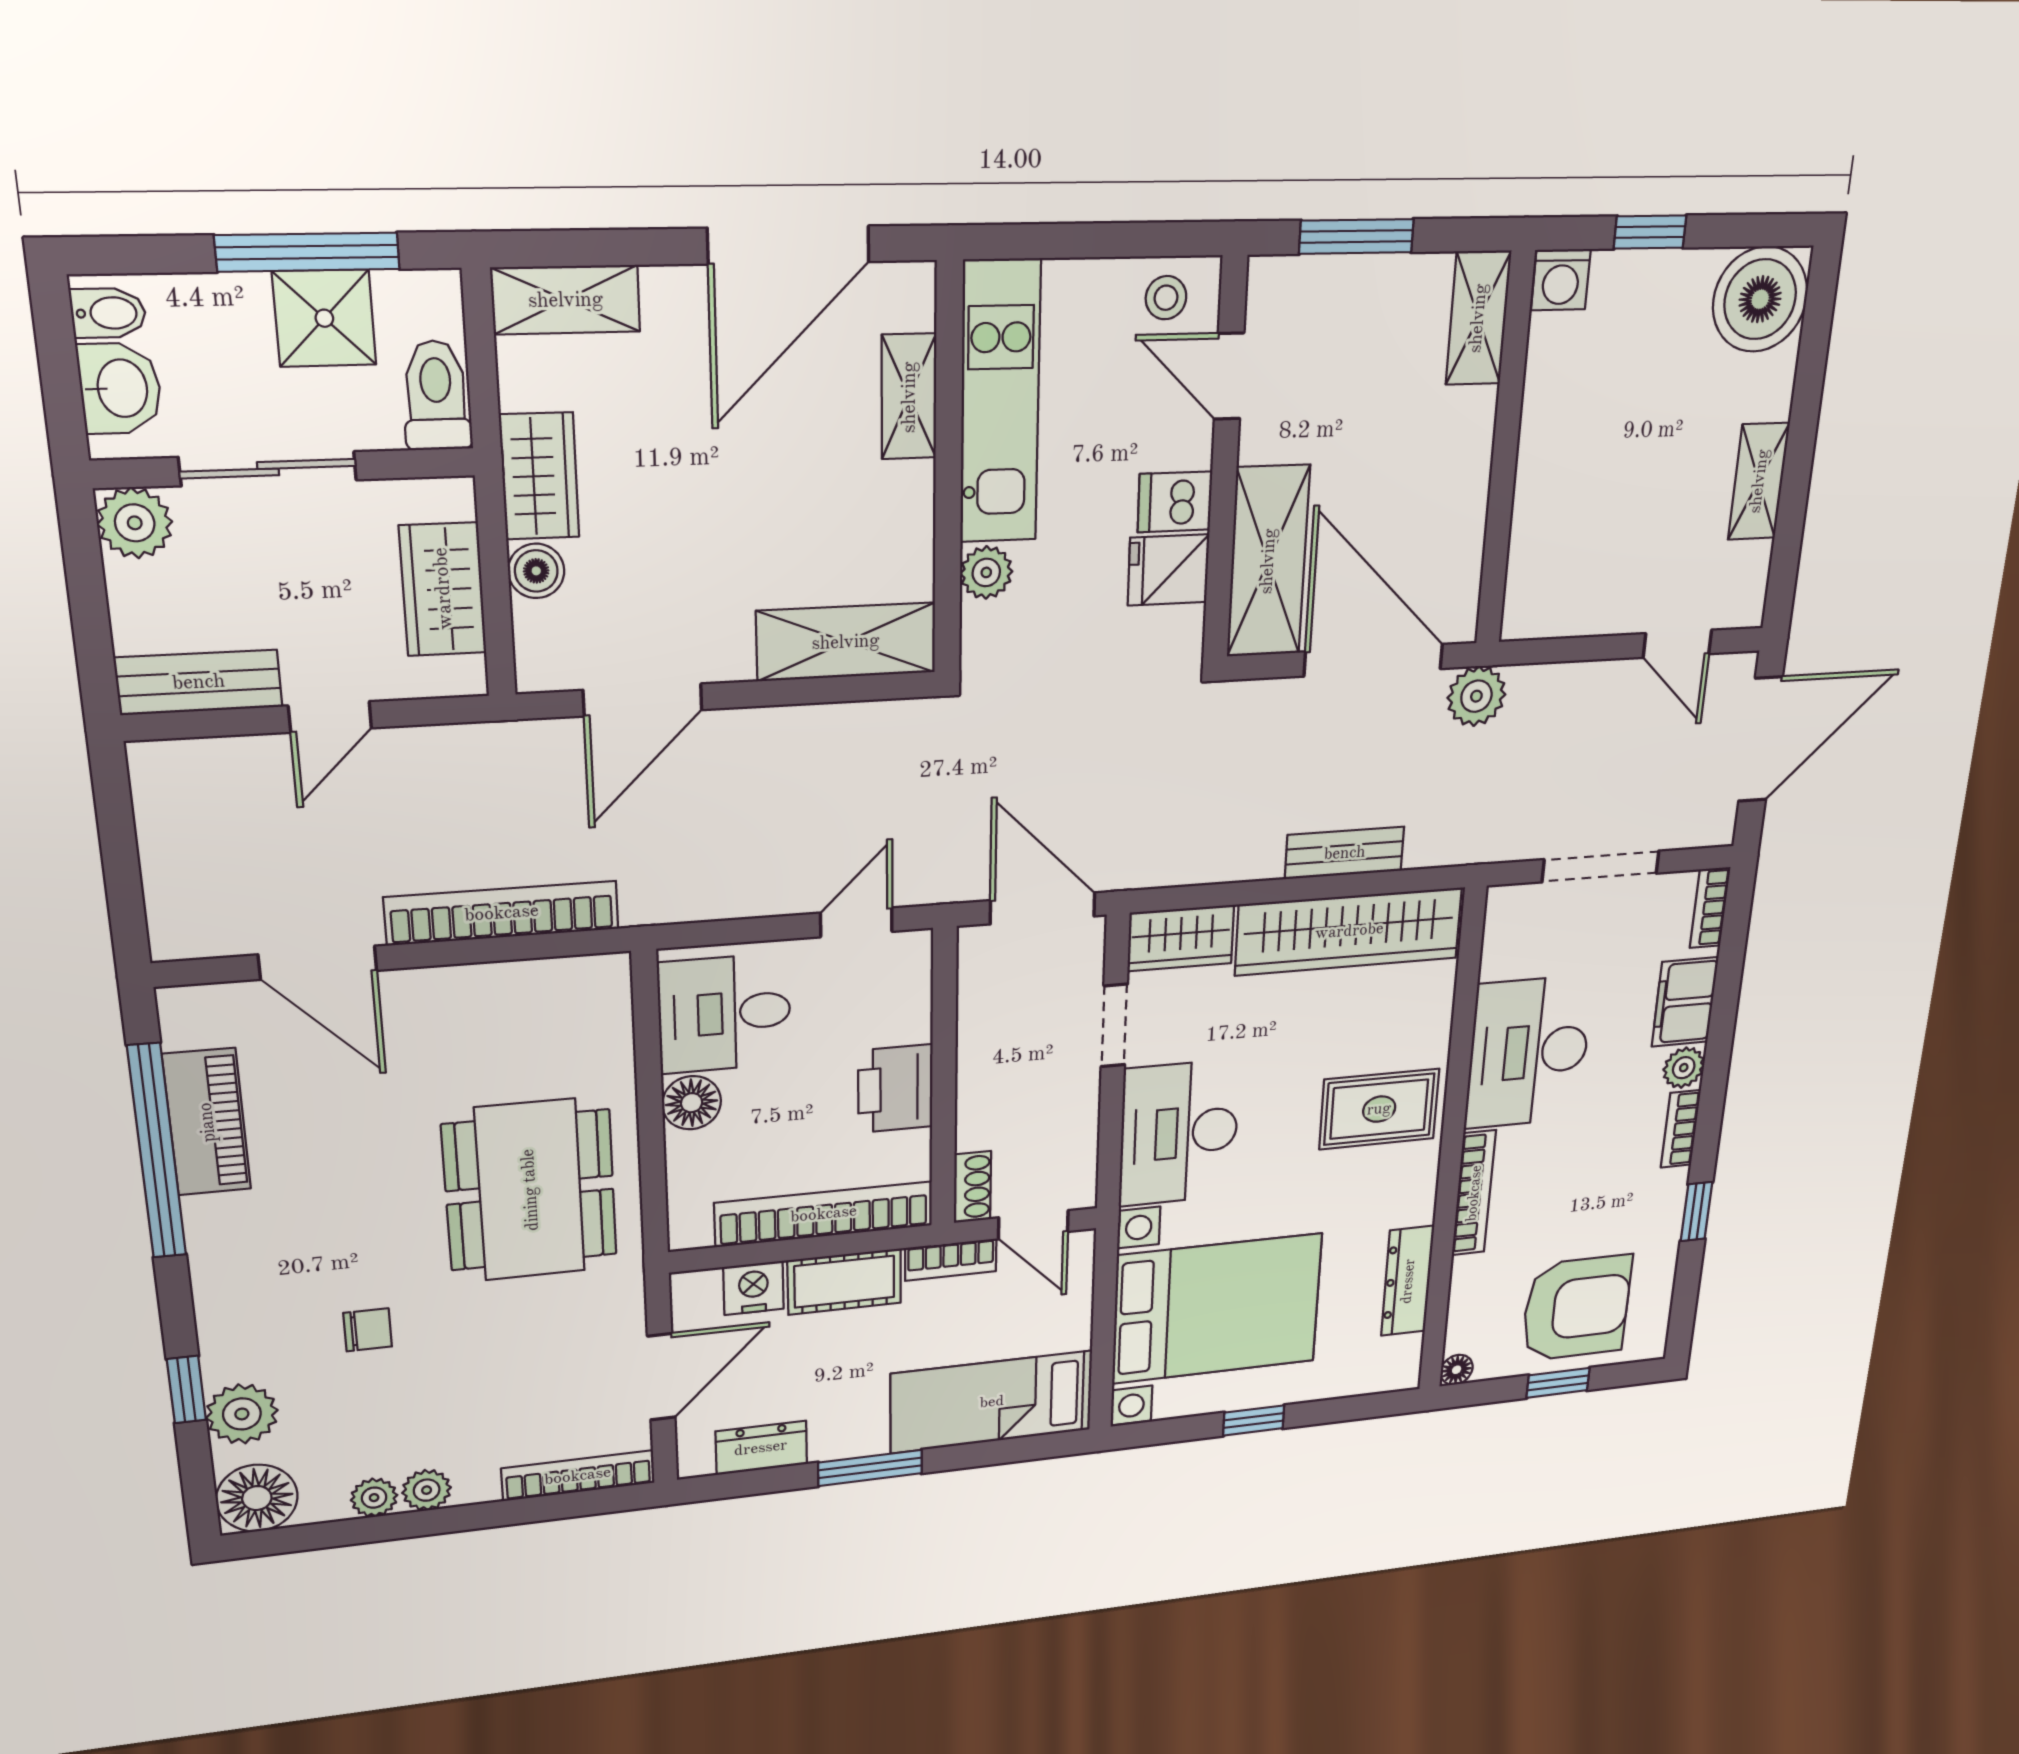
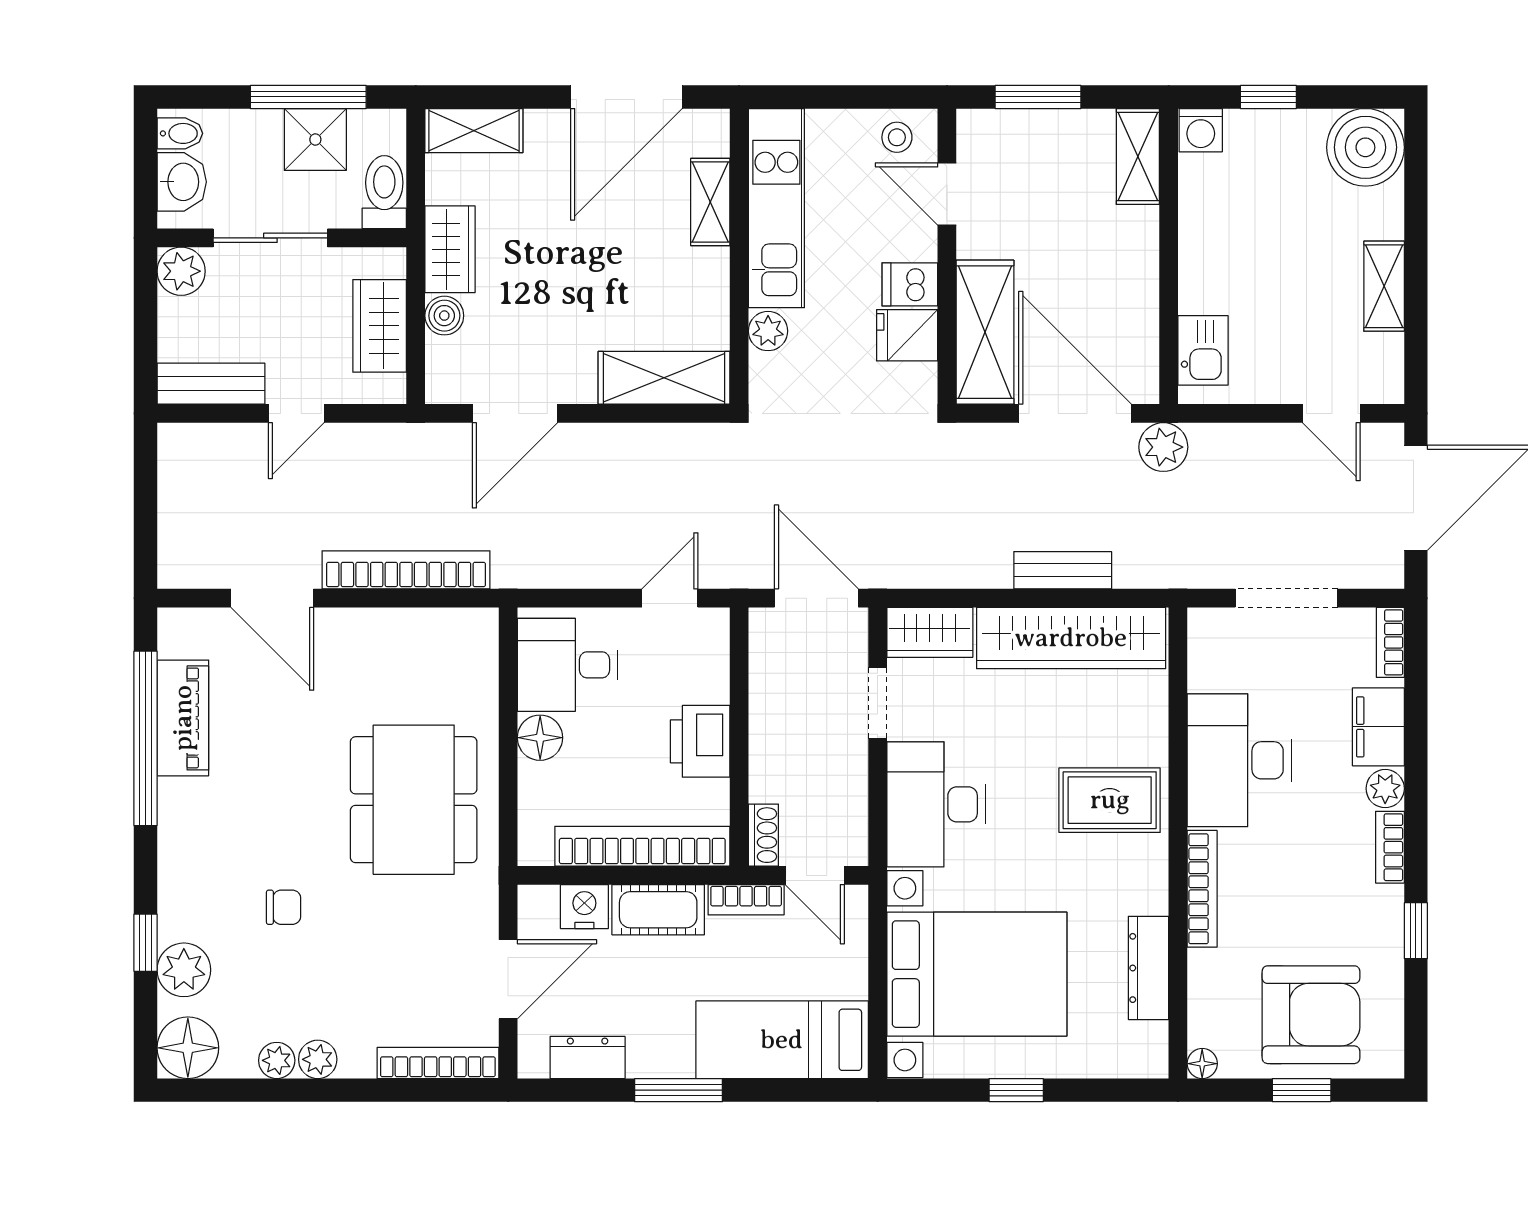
kitchen sink: (1535, 573) -> (1203, 350), added

